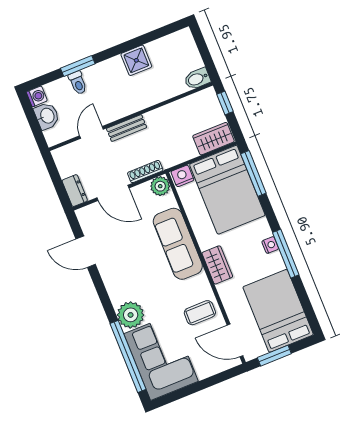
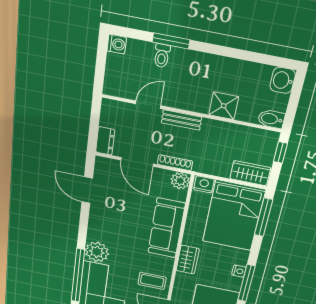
shower: (136, 60) -> (224, 106), moved
washbasin: (47, 116) -> (283, 80), moved, turned 180

